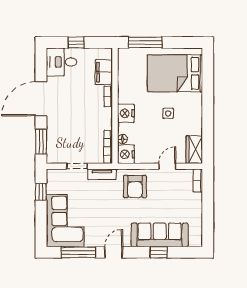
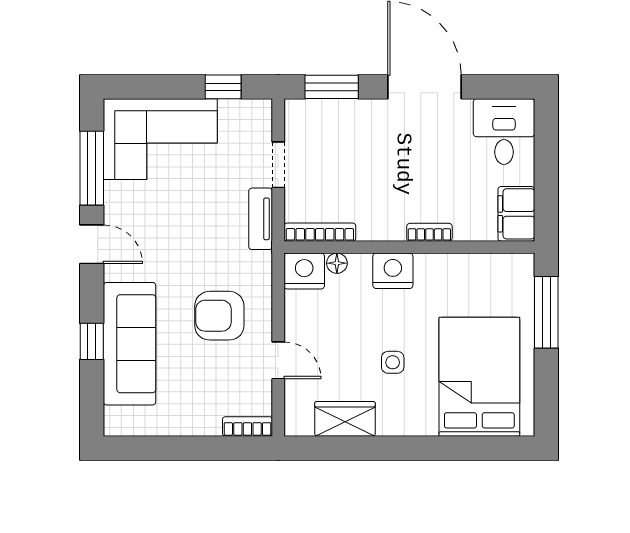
window: (76, 42) -> (546, 163), removed
filing cabinet: (104, 72) -> (516, 214), moved, turned -90
wardrobe: (194, 150) -> (345, 419), moved
armchair: (135, 187) -> (219, 316), moved

